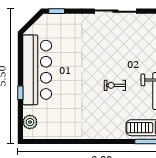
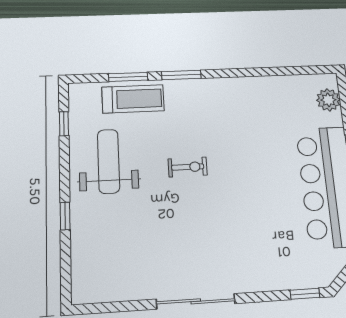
window: (115, 141) -> (181, 75), added

